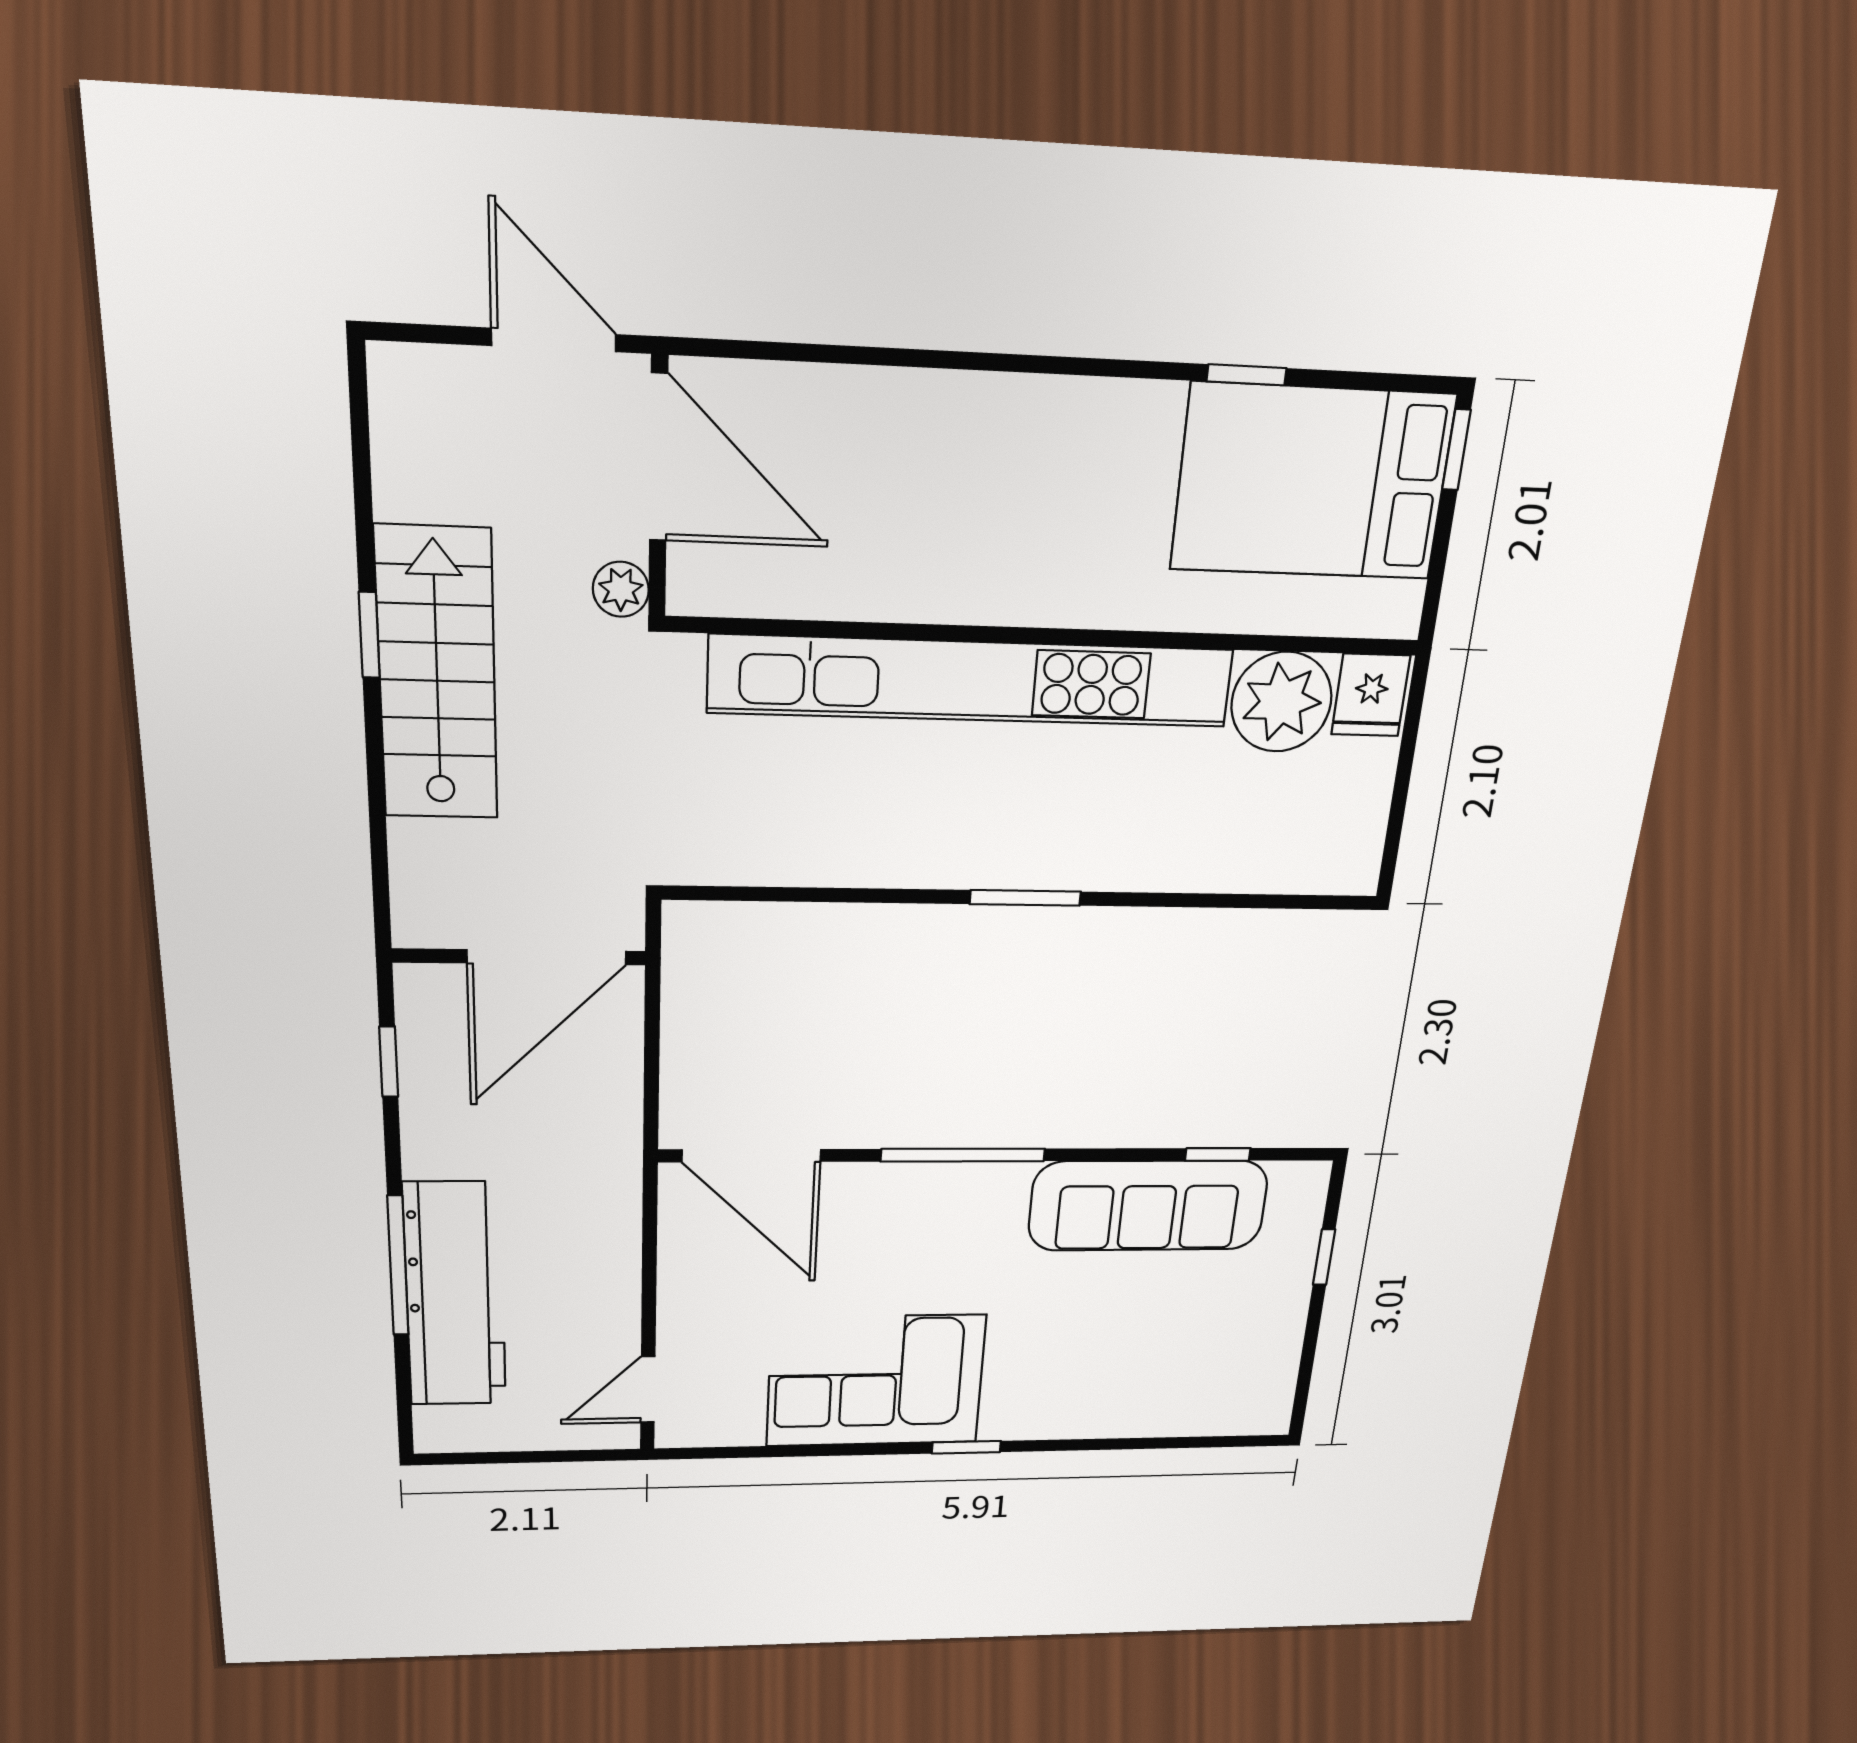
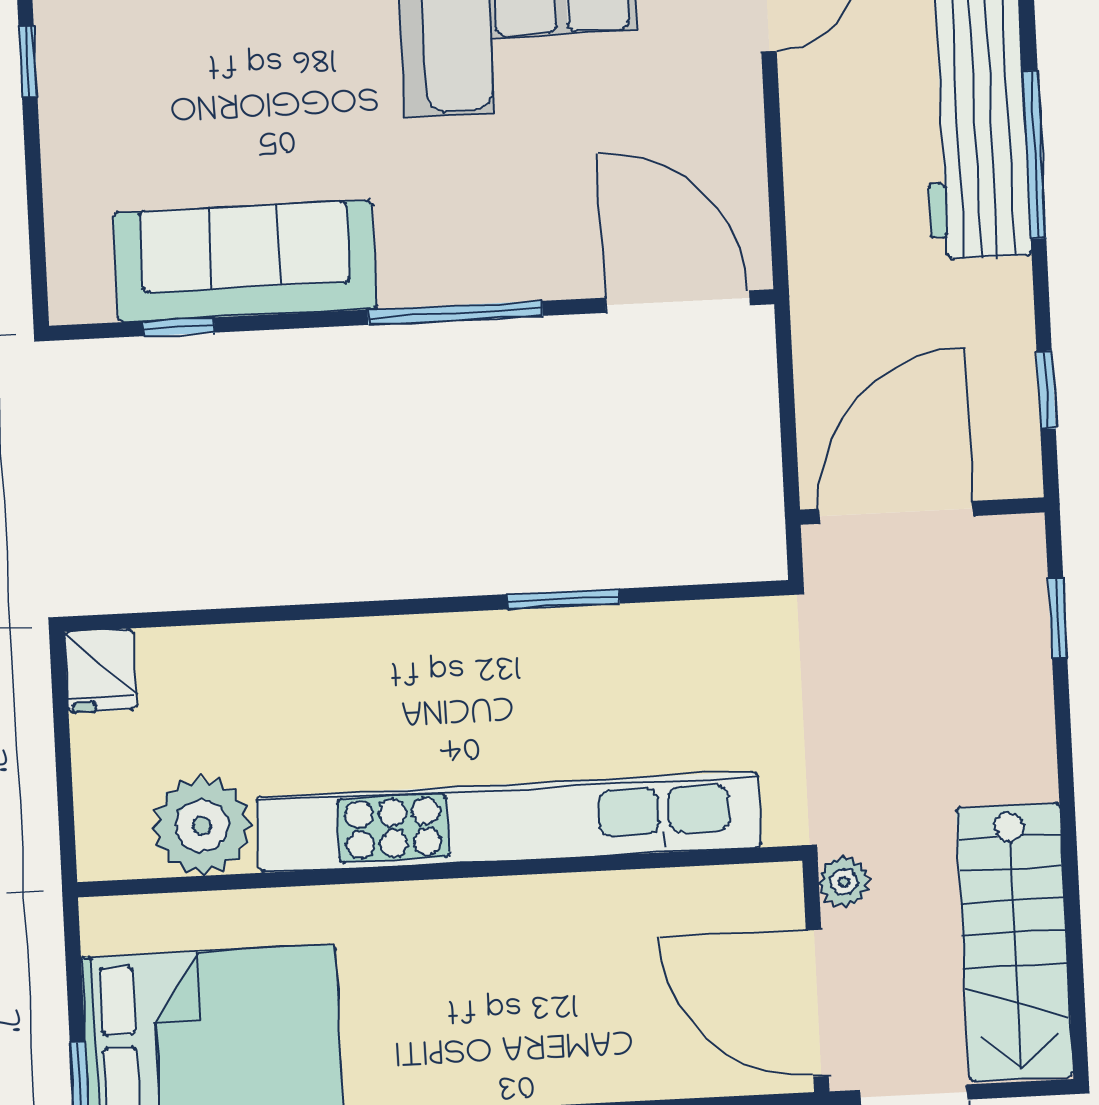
window: (369, 635) -> (1058, 618), moved
stairs: (437, 675) -> (1015, 942), moved
fridge: (1371, 695) -> (100, 671), moved, turned 180
window: (1025, 898) -> (564, 599), moved
window: (1324, 1257) -> (28, 62), moved

